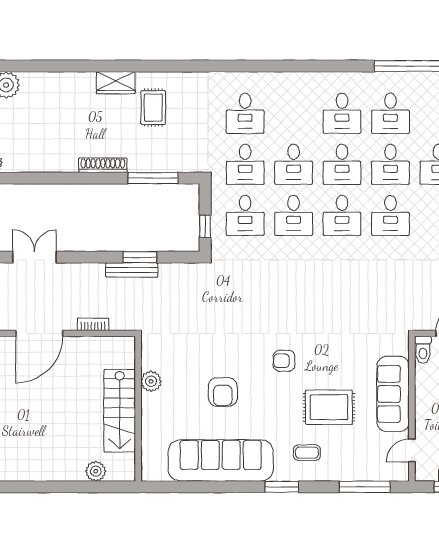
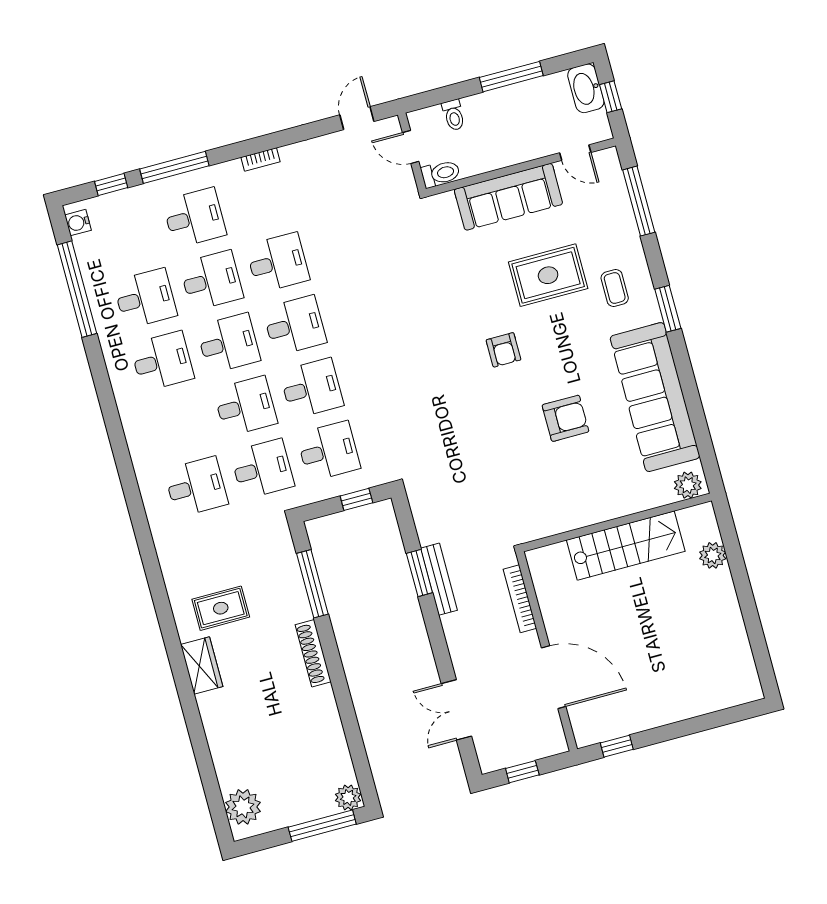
bookcase: (93, 324) -> (520, 599), width x1.56
plant: (151, 381) -> (688, 485), moved
rug: (329, 407) -> (548, 275), turned 90

